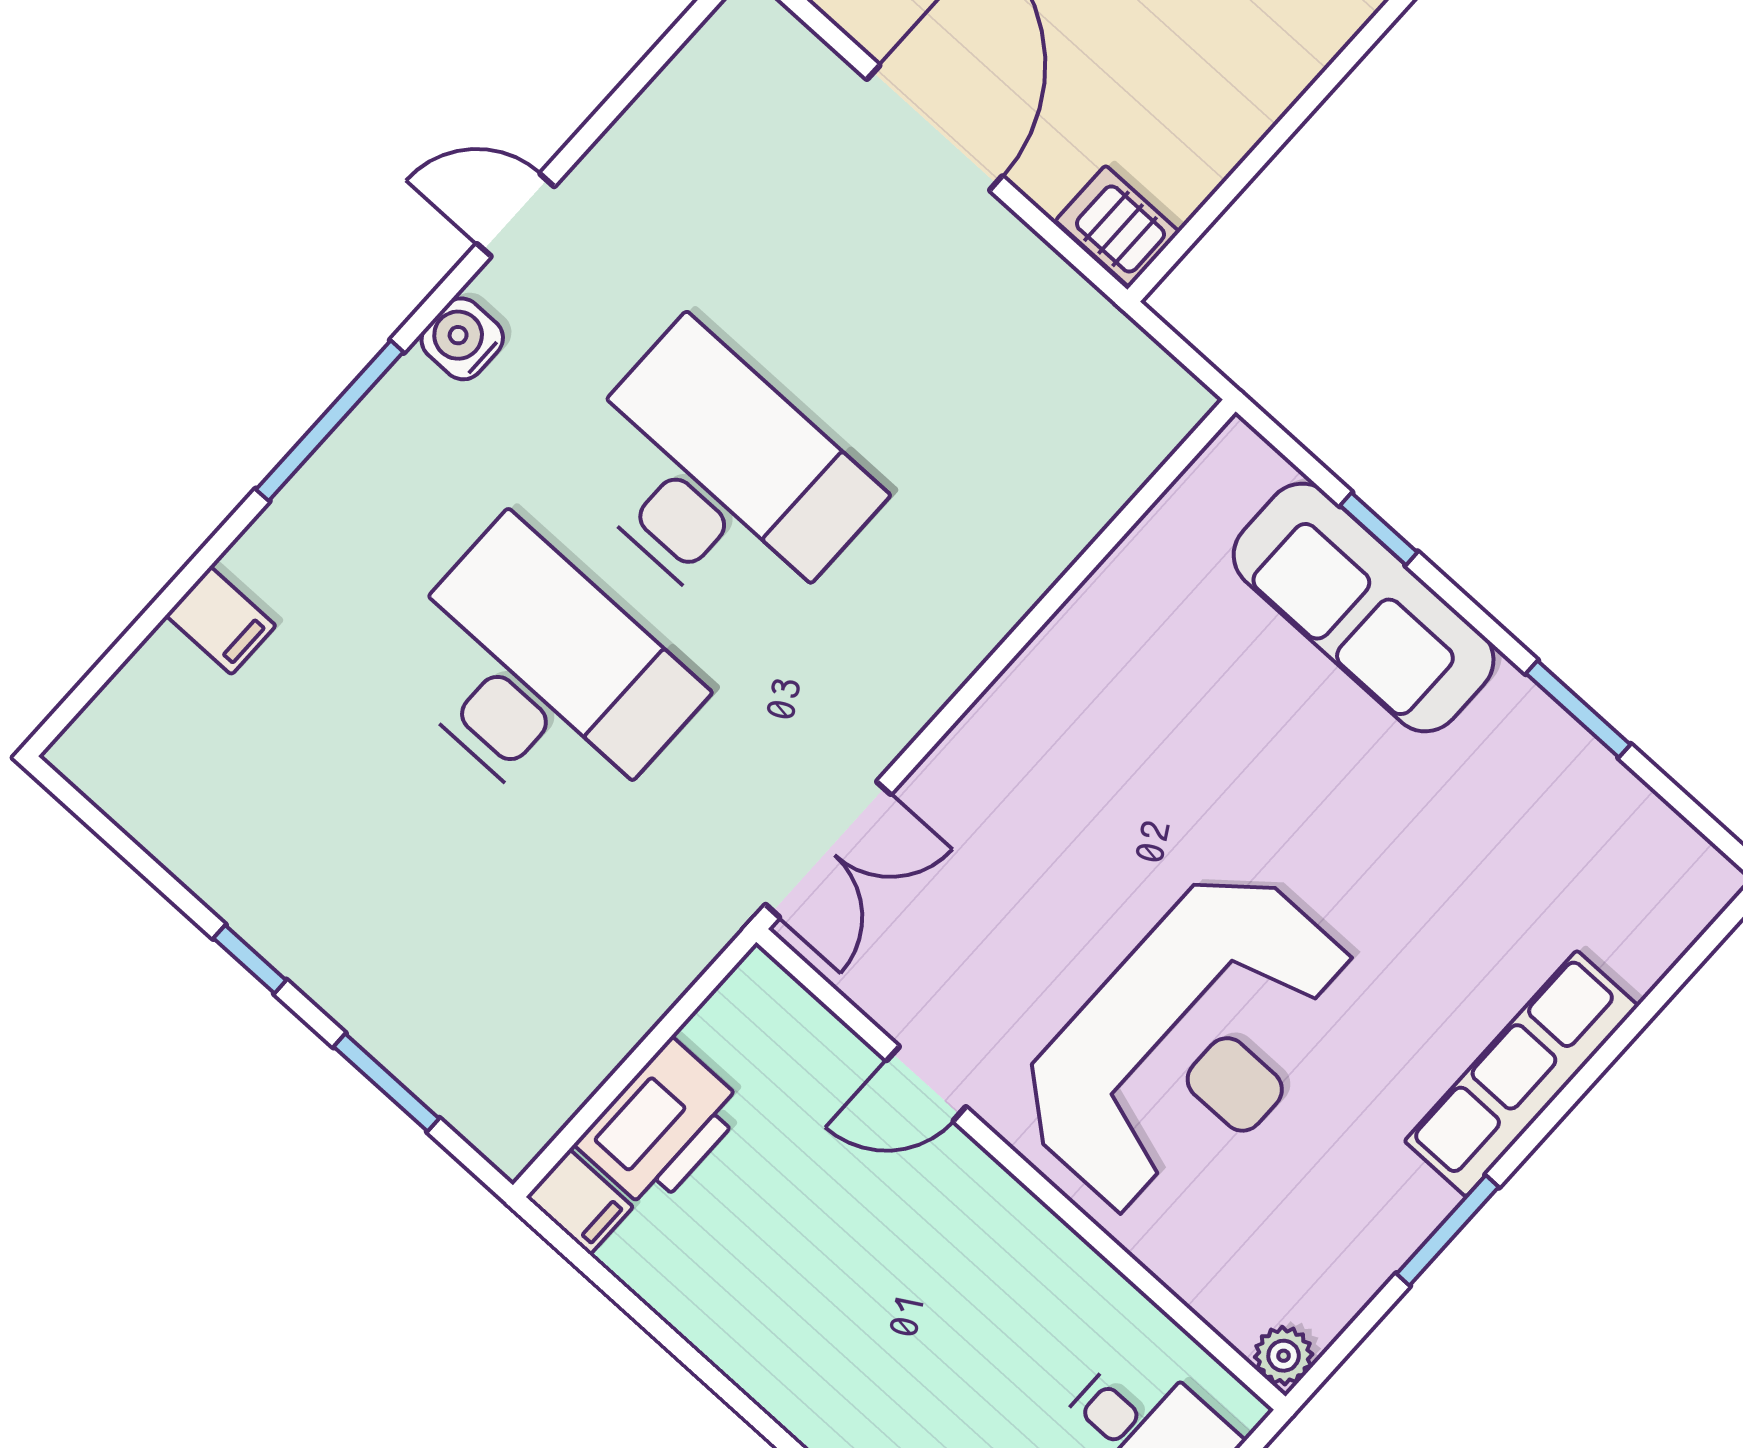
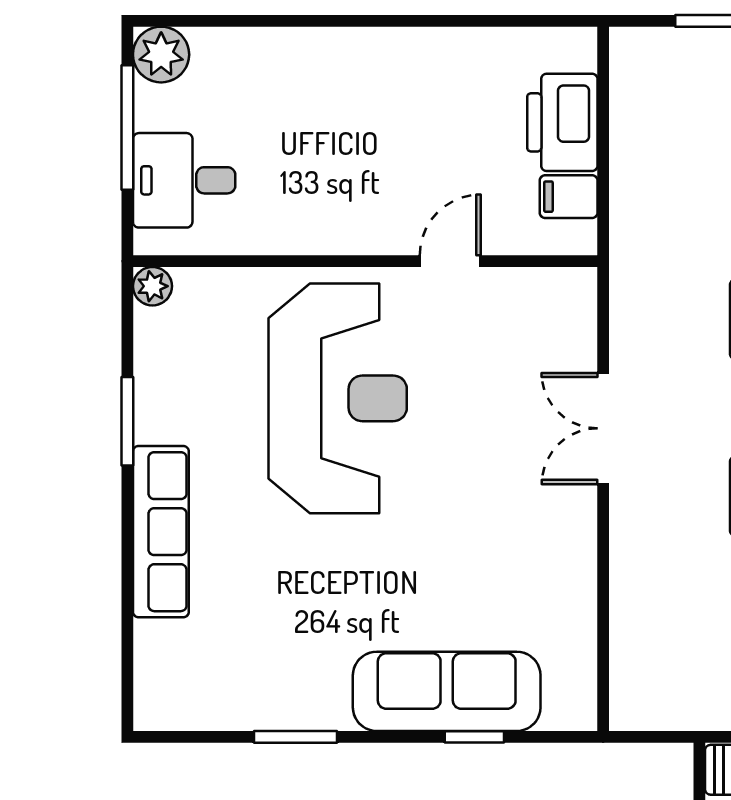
double door: (828, 849) -> (603, 428), moved
reception desk: (1190, 1044) -> (338, 398), turned 180
filing cabinet: (580, 1202) -> (569, 197), moved

